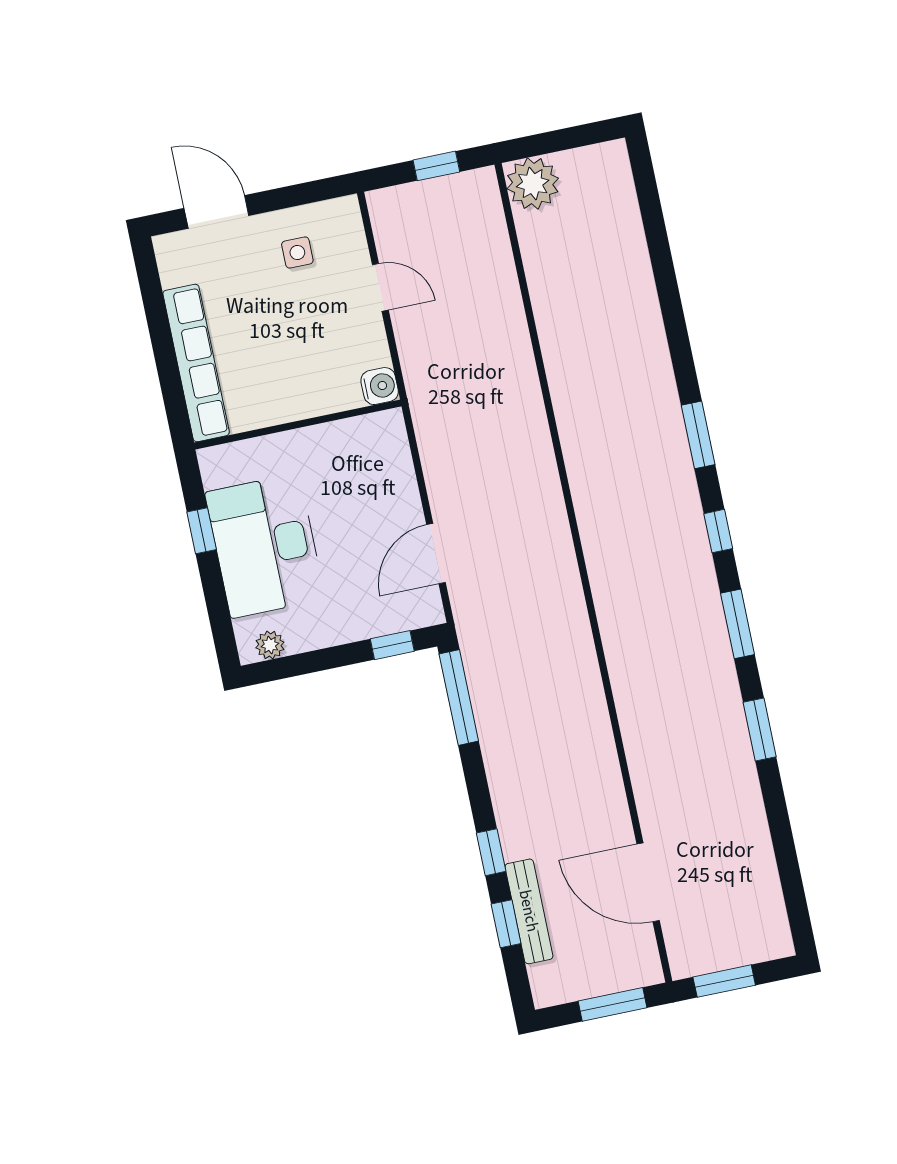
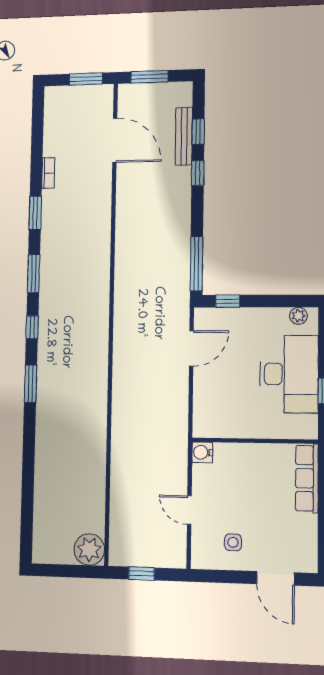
row of seats: (196, 363) -> (307, 478), width x0.73
bookcase: (753, 804) -> (48, 173), added

